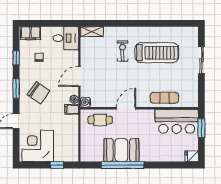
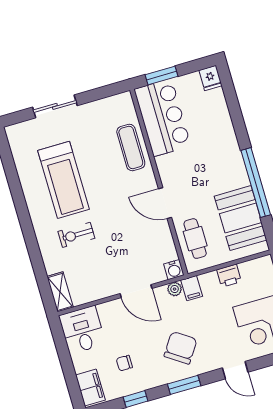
treadmill: (157, 53) -> (63, 180), turned 180
printer: (73, 133) -> (229, 276), added
booth: (121, 150) -> (241, 218), moved

